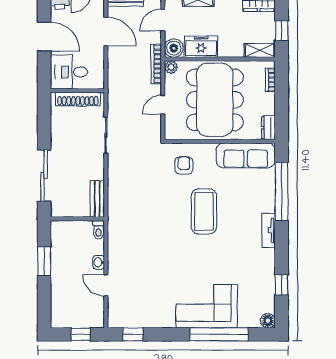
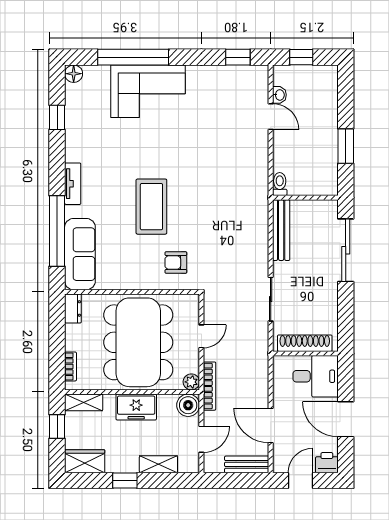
freezer: (201, 47) -> (136, 407), moved
sofa: (246, 155) -> (80, 254), moved, turned 90
armchair: (184, 165) -> (176, 262), turned 90
bench: (97, 199) -> (281, 230), width x1.36
washbasin: (99, 262) -> (279, 95), moved

